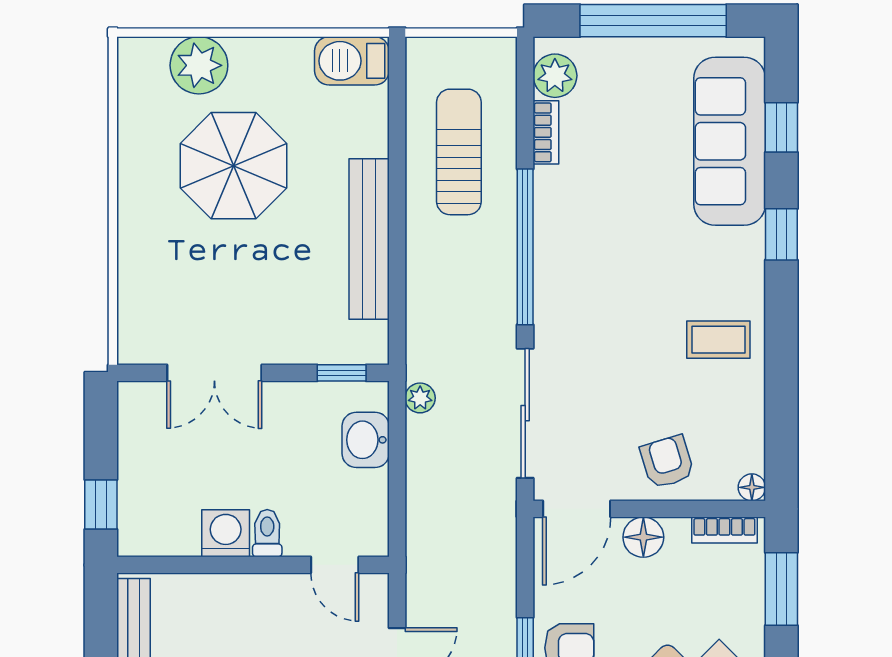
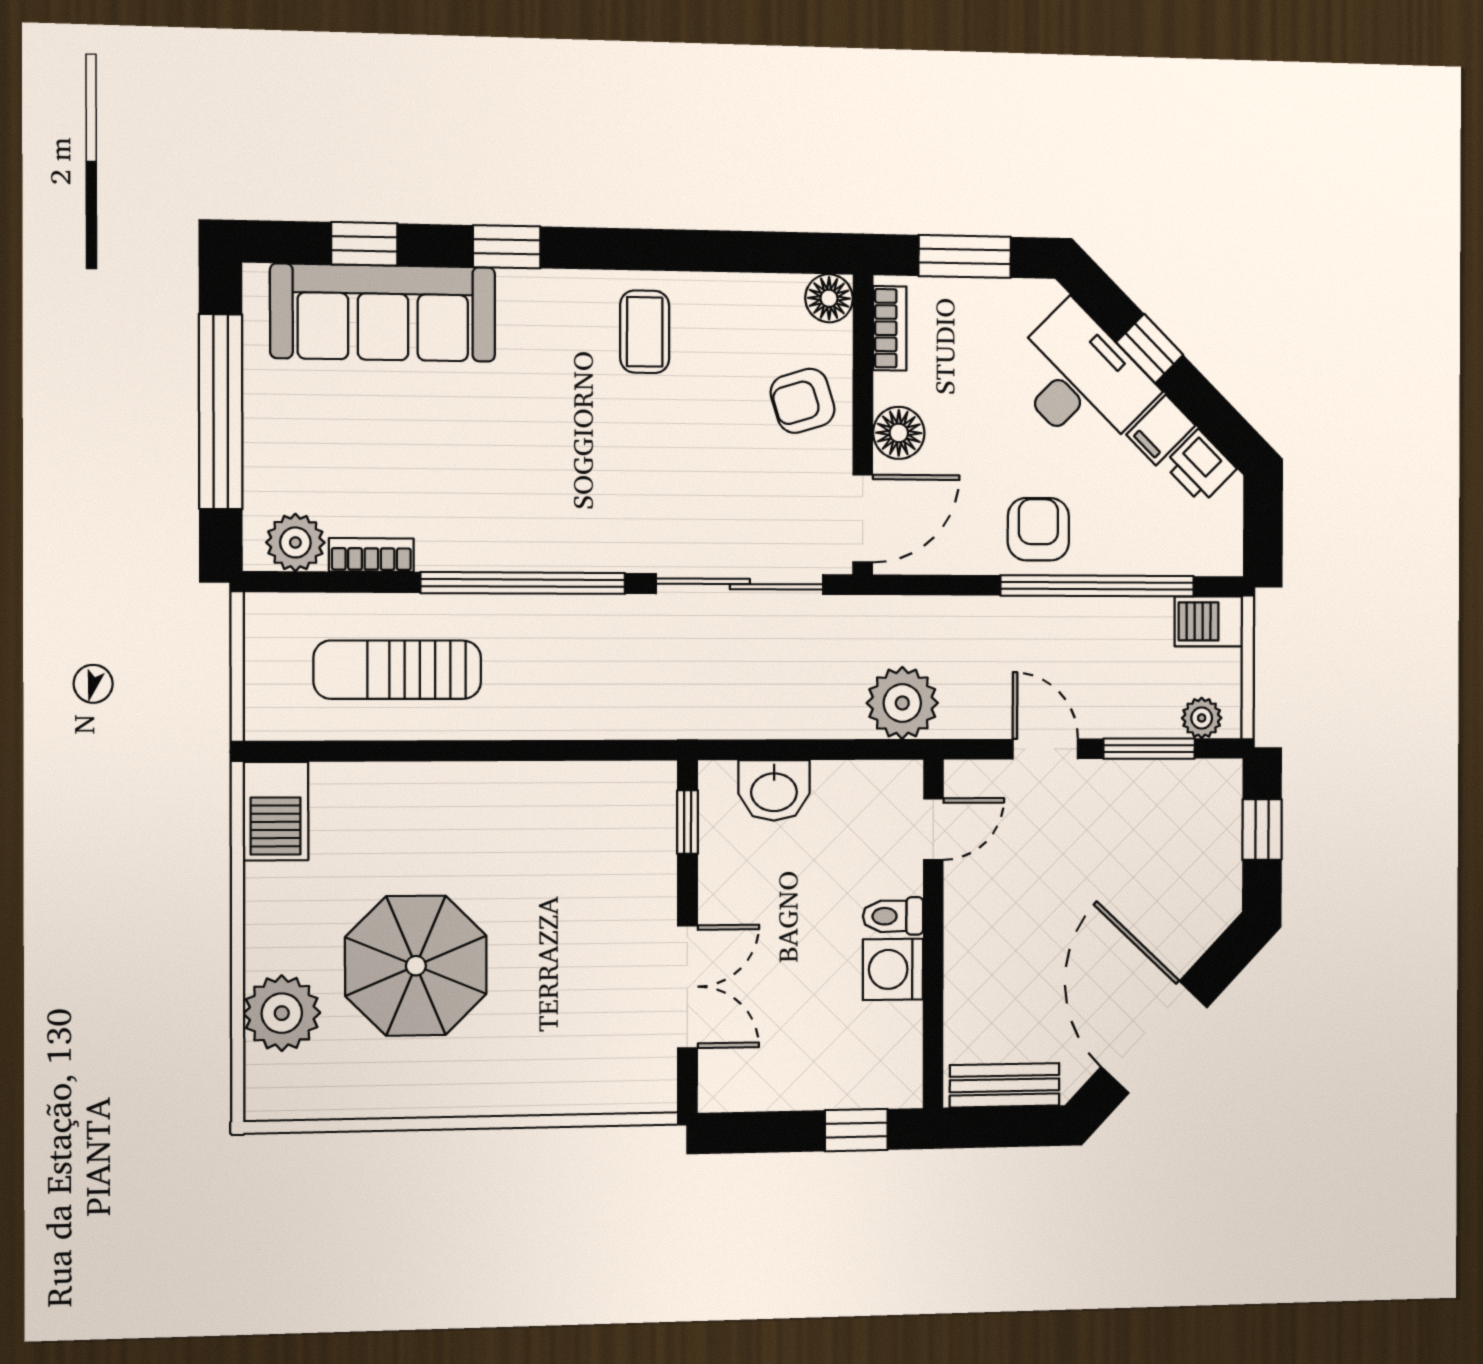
bench: (369, 239) -> (513, 787), removed
plant: (420, 398) -> (902, 703), moved, width x1.87, depth x1.87
floor lamp: (752, 487) -> (829, 298), width x1.37, depth x1.37
door: (577, 509) -> (863, 518), hinge flipped

